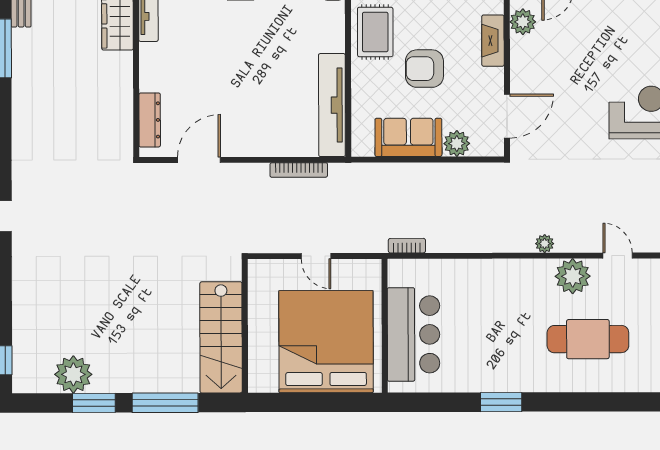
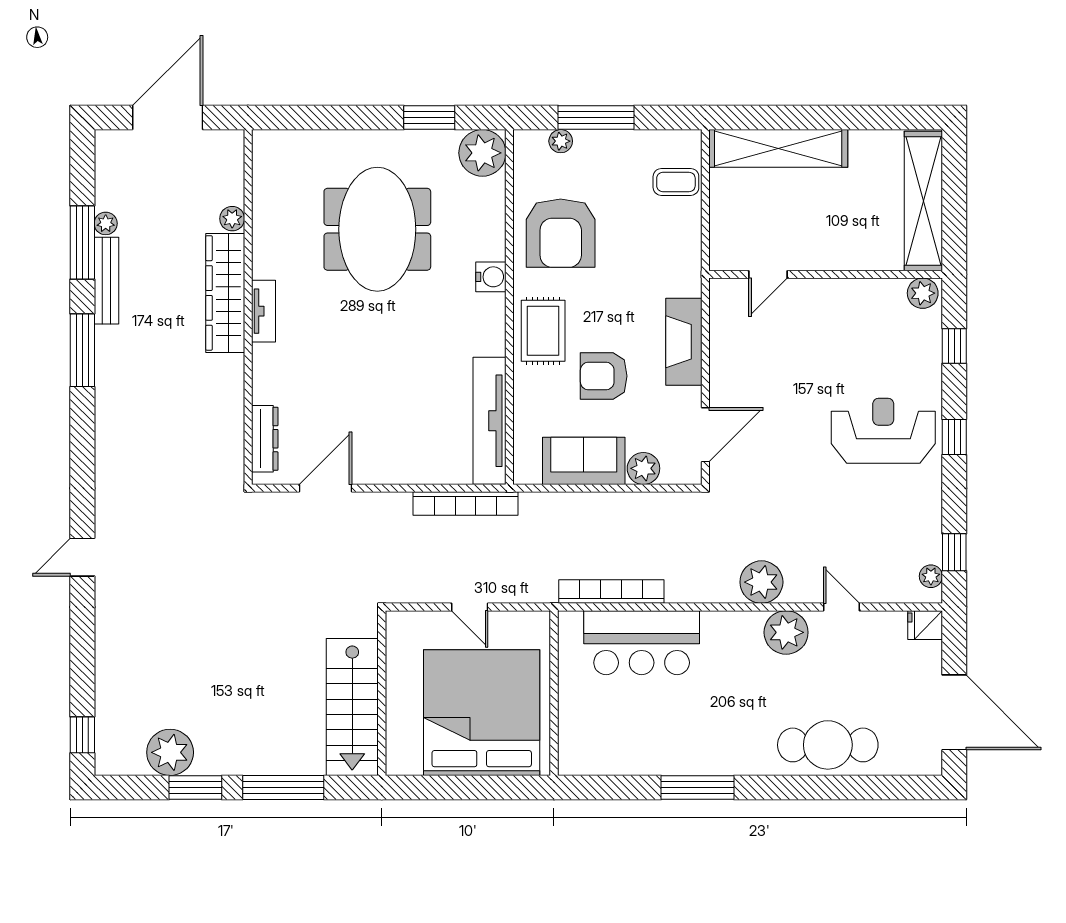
plant: (523, 22) -> (725, 319), removed
fireplace: (493, 41) -> (684, 342), width x1.37, depth x1.32
bookcase: (299, 170) -> (465, 504), width x1.48, depth x1.31
plant: (545, 244) -> (761, 582), width x1.88, depth x1.88
bookcase: (407, 246) -> (611, 591), width x2.31, depth x1.31
bar counter: (414, 334) -> (642, 643), moved, turned 90
cafe table: (588, 339) -> (828, 745), moved
window: (501, 402) -> (698, 788), width x1.44

